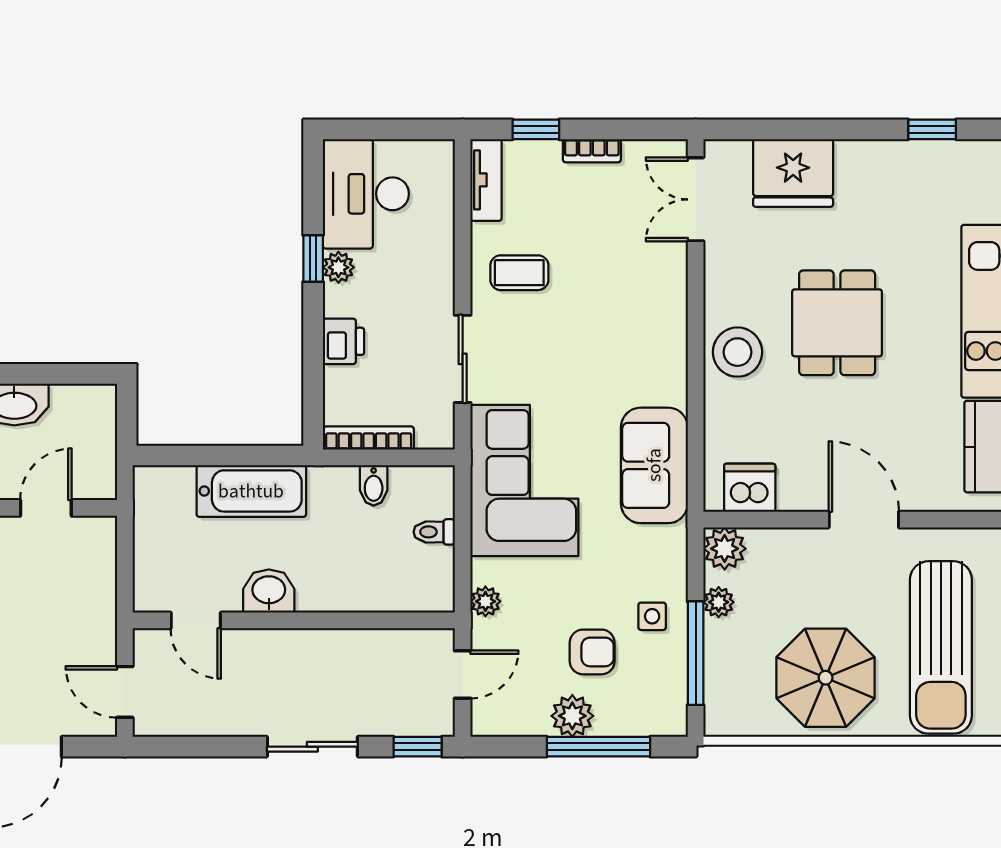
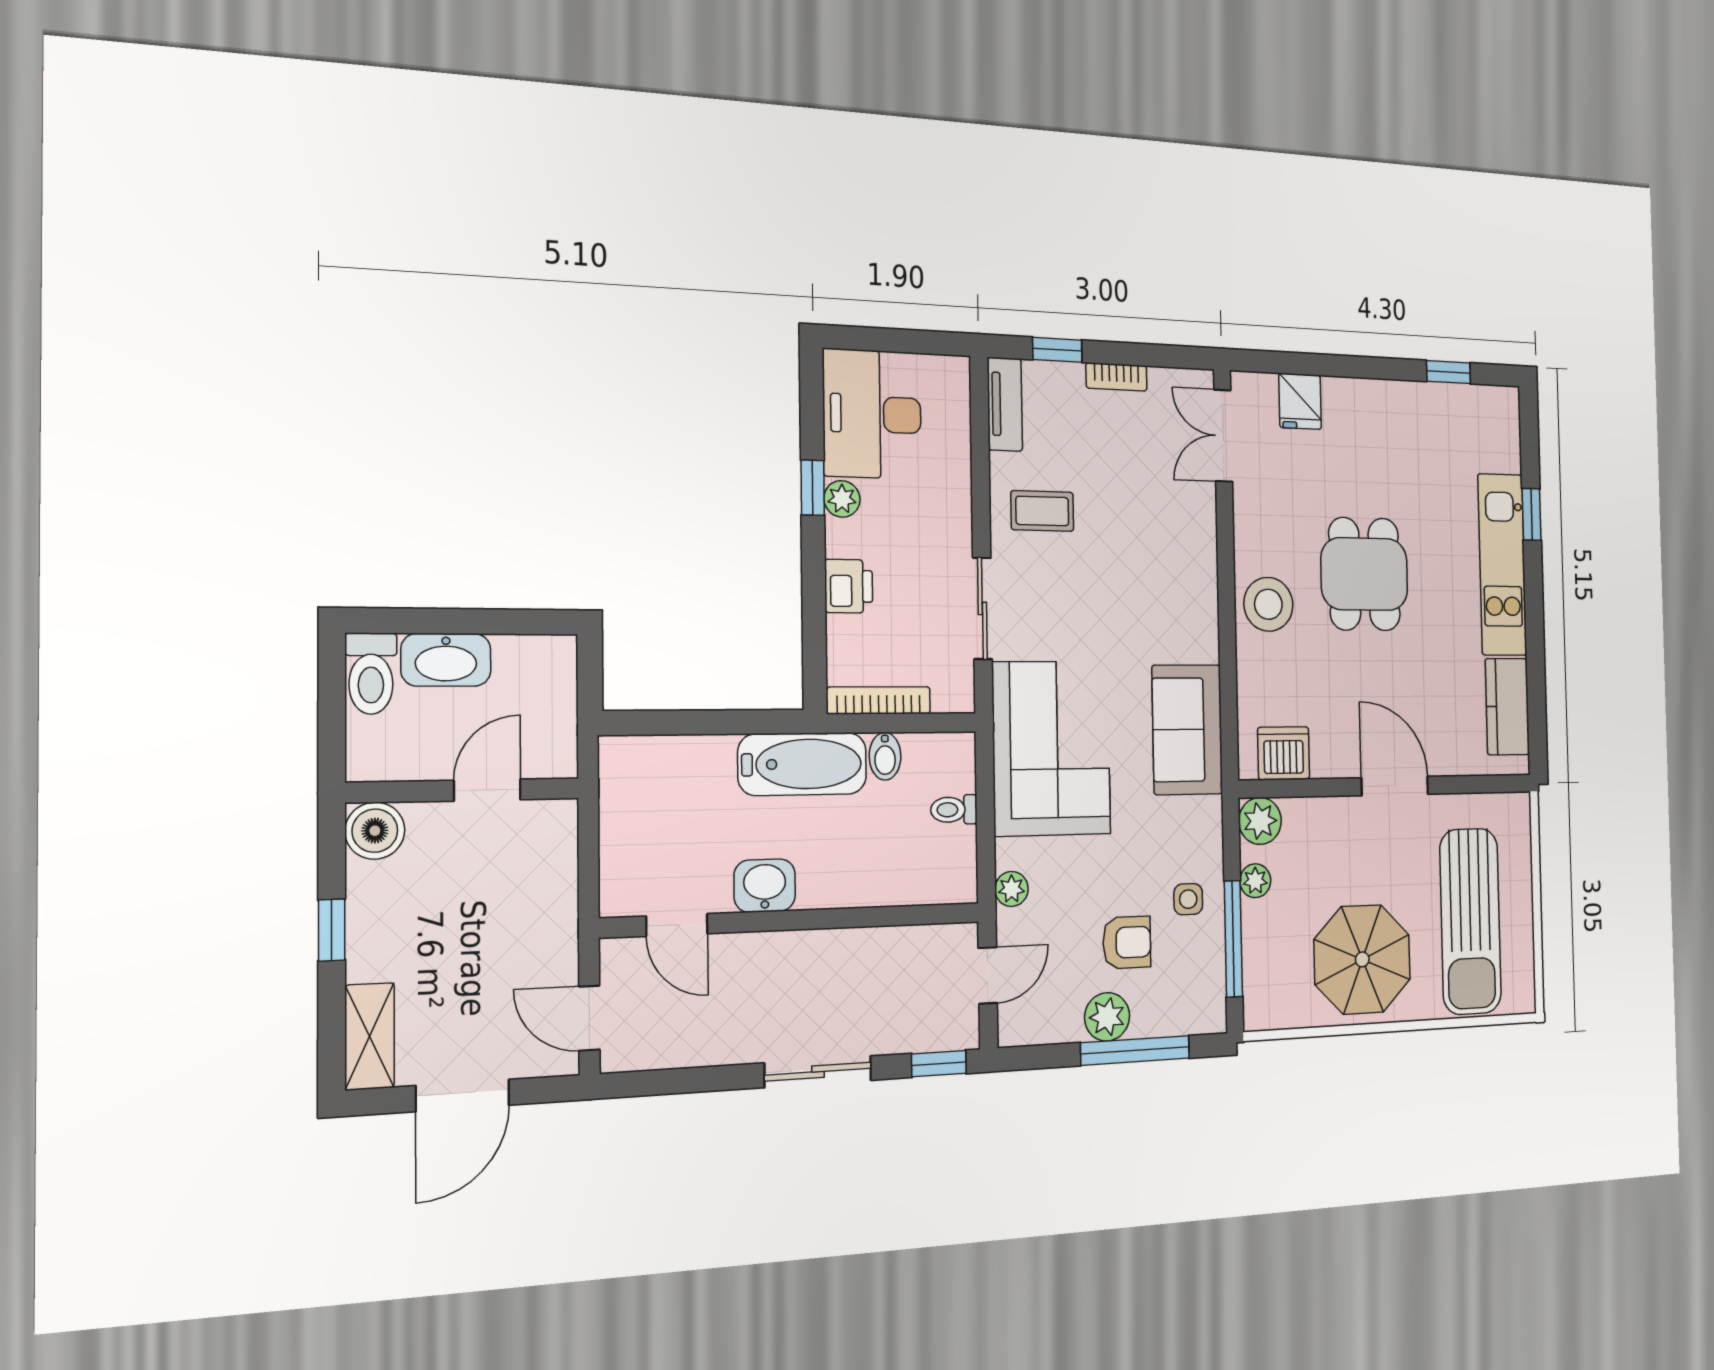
fridge: (793, 173) -> (1300, 401), width x0.53, depth x0.75
bathtub: (251, 491) -> (802, 764), moved

